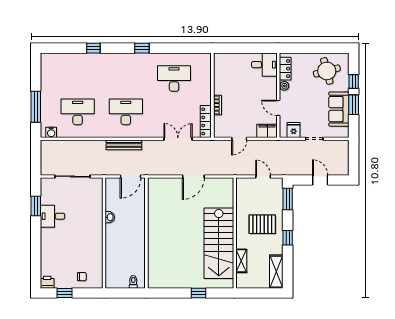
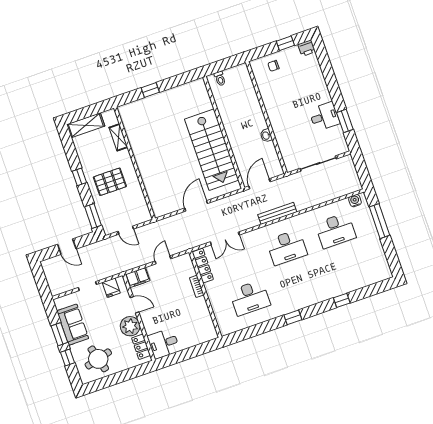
plant: (284, 86) -> (130, 326), width x1.88, depth x1.88
stairs: (219, 243) -> (212, 150), moved, turned 180
shelving: (276, 272) -> (86, 125), moved, turned 90

